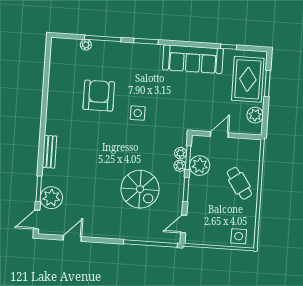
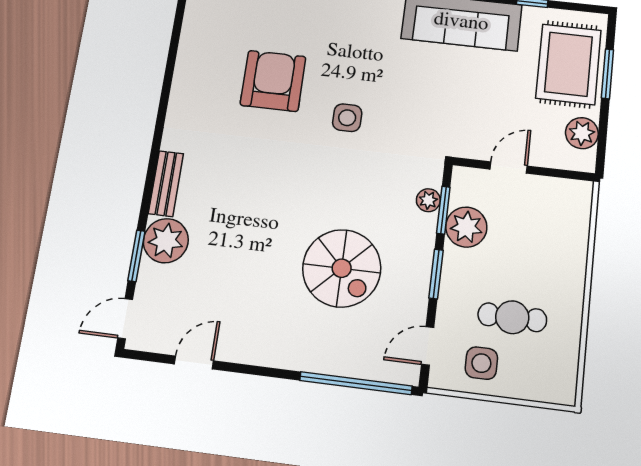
plant: (180, 166) -> (426, 225), removed
cafe table: (239, 183) -> (512, 317), moved, turned -56
plant: (51, 198) -> (166, 241), moved
side table: (239, 236) -> (481, 363), moved

